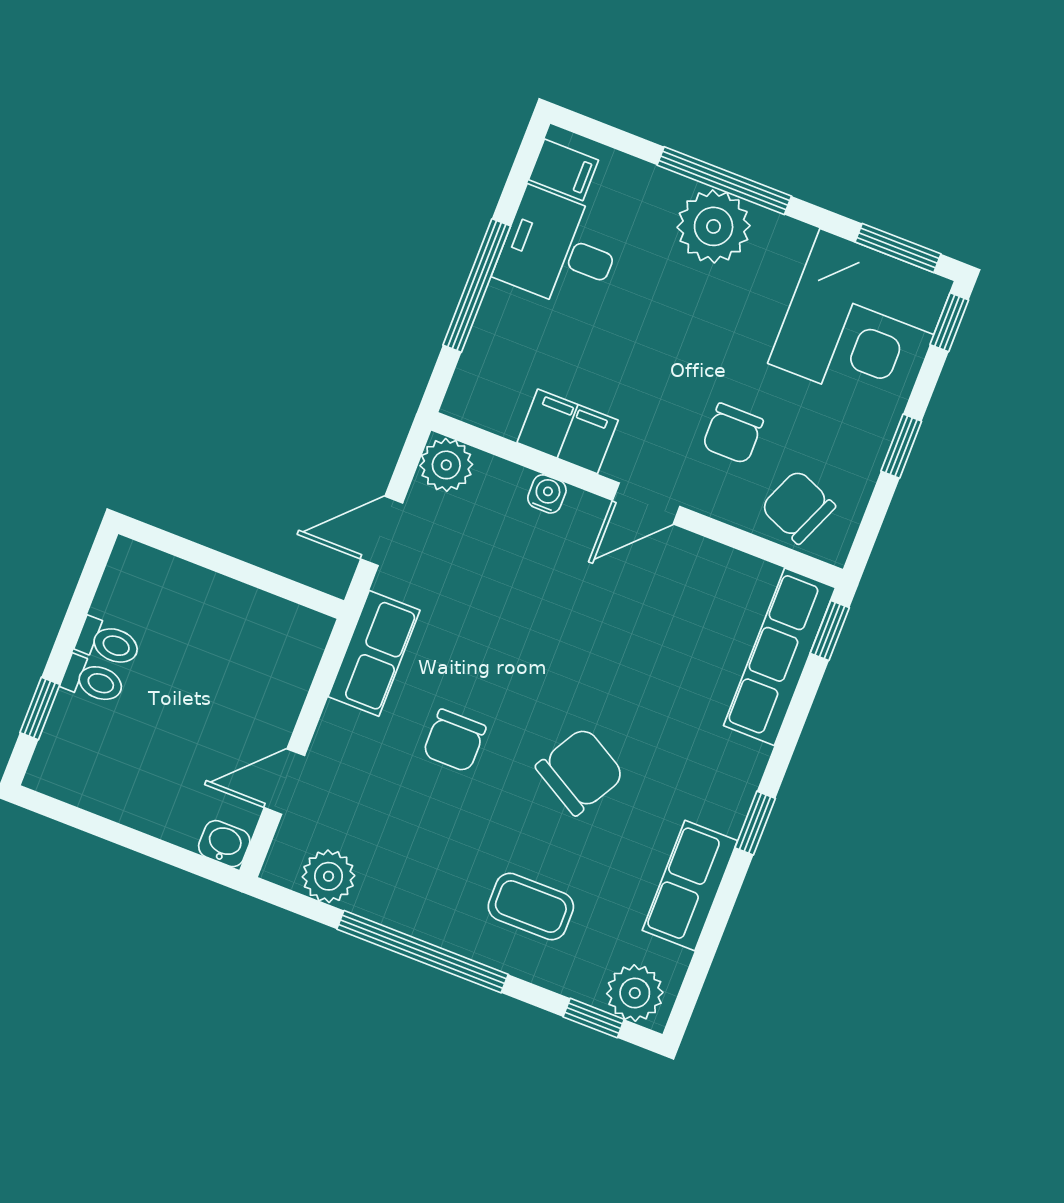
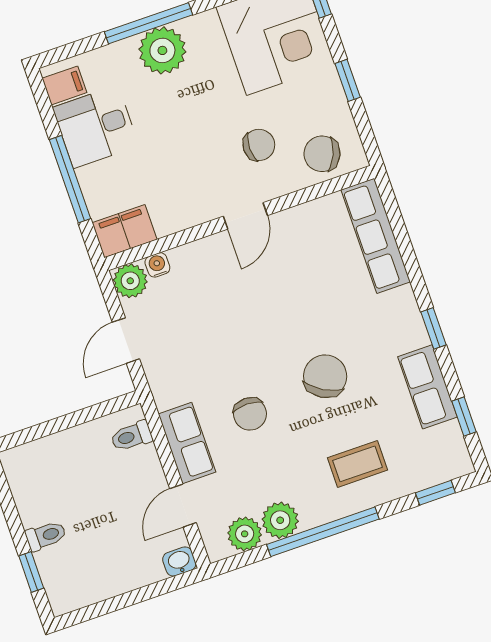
filing cabinet: (568, 431) -> (124, 231), moved
chair: (733, 434) -> (259, 145), turned -90
water cooler: (547, 494) -> (157, 265), moved
window: (830, 631) -> (464, 417), moved
toilet: (108, 643) -> (131, 436), moved, turned 180
row of seats: (374, 653) -> (187, 443), moved
plant: (635, 993) -> (280, 520), moved

